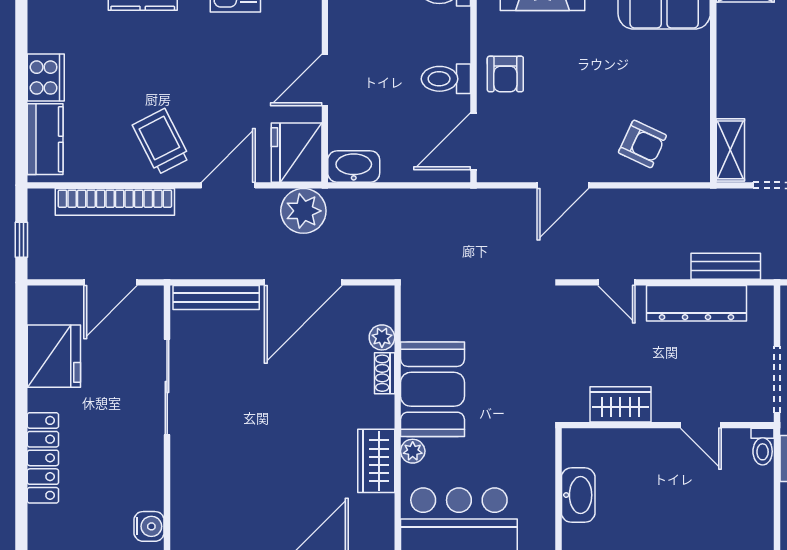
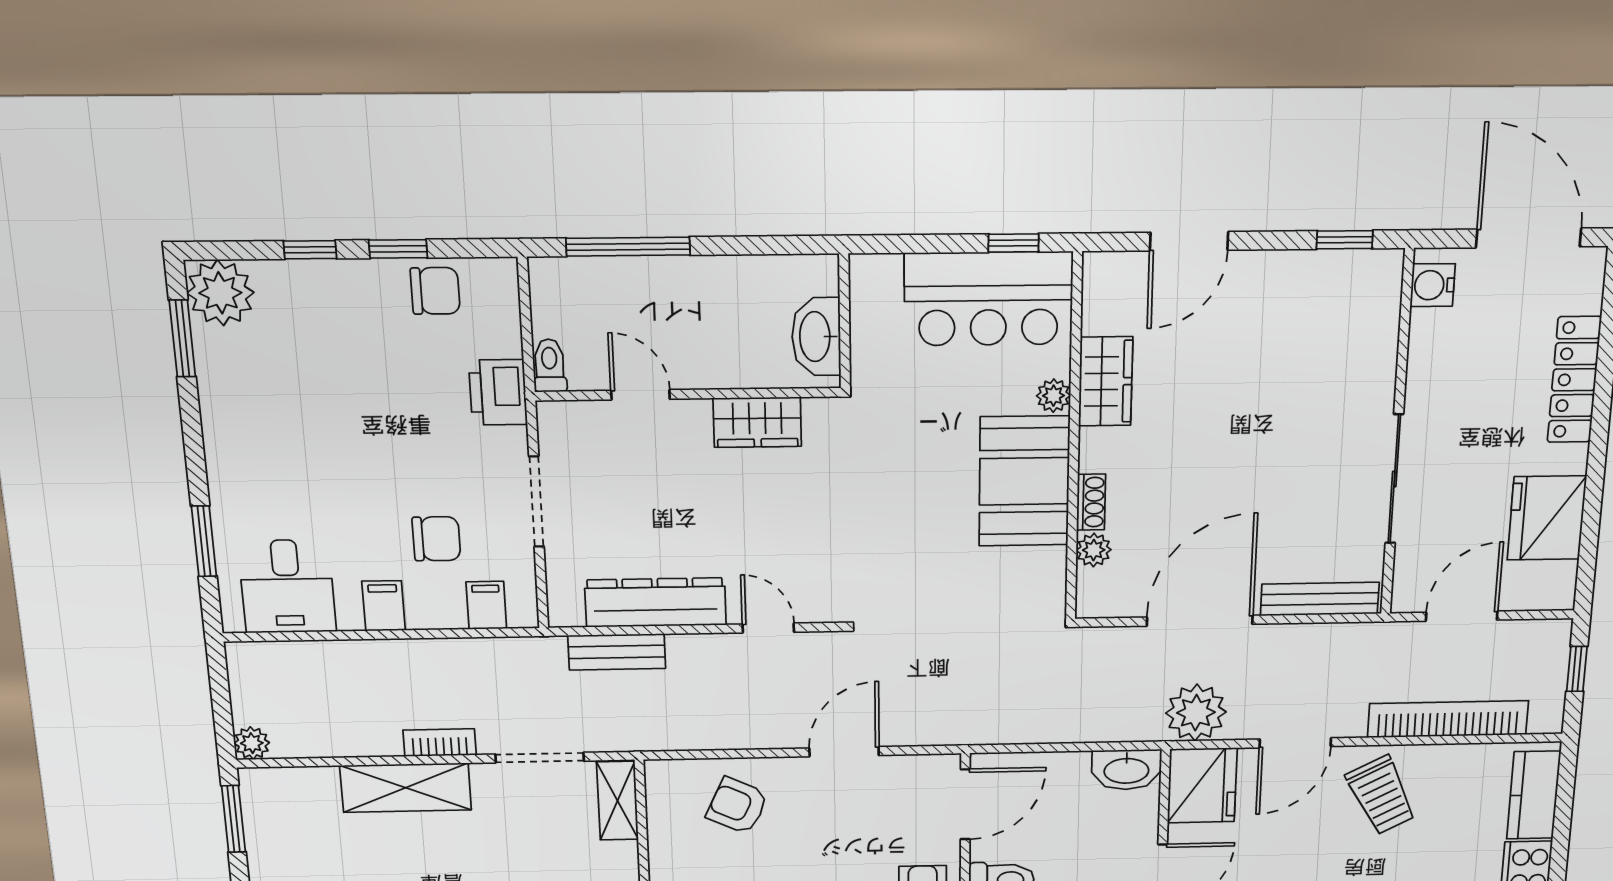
wardrobe: (620, 404) -> (757, 422), moved
wall: (668, 425) -> (688, 394), moved
door: (701, 425) -> (640, 395), moved
toilet: (763, 447) -> (550, 366), moved

